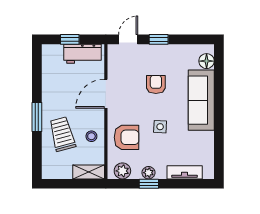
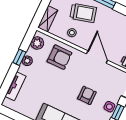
armchair: (156, 84) -> (87, 95), turned -90
side table: (160, 127) -> (109, 107), moved
armchair: (127, 137) -> (59, 57), turned -90

